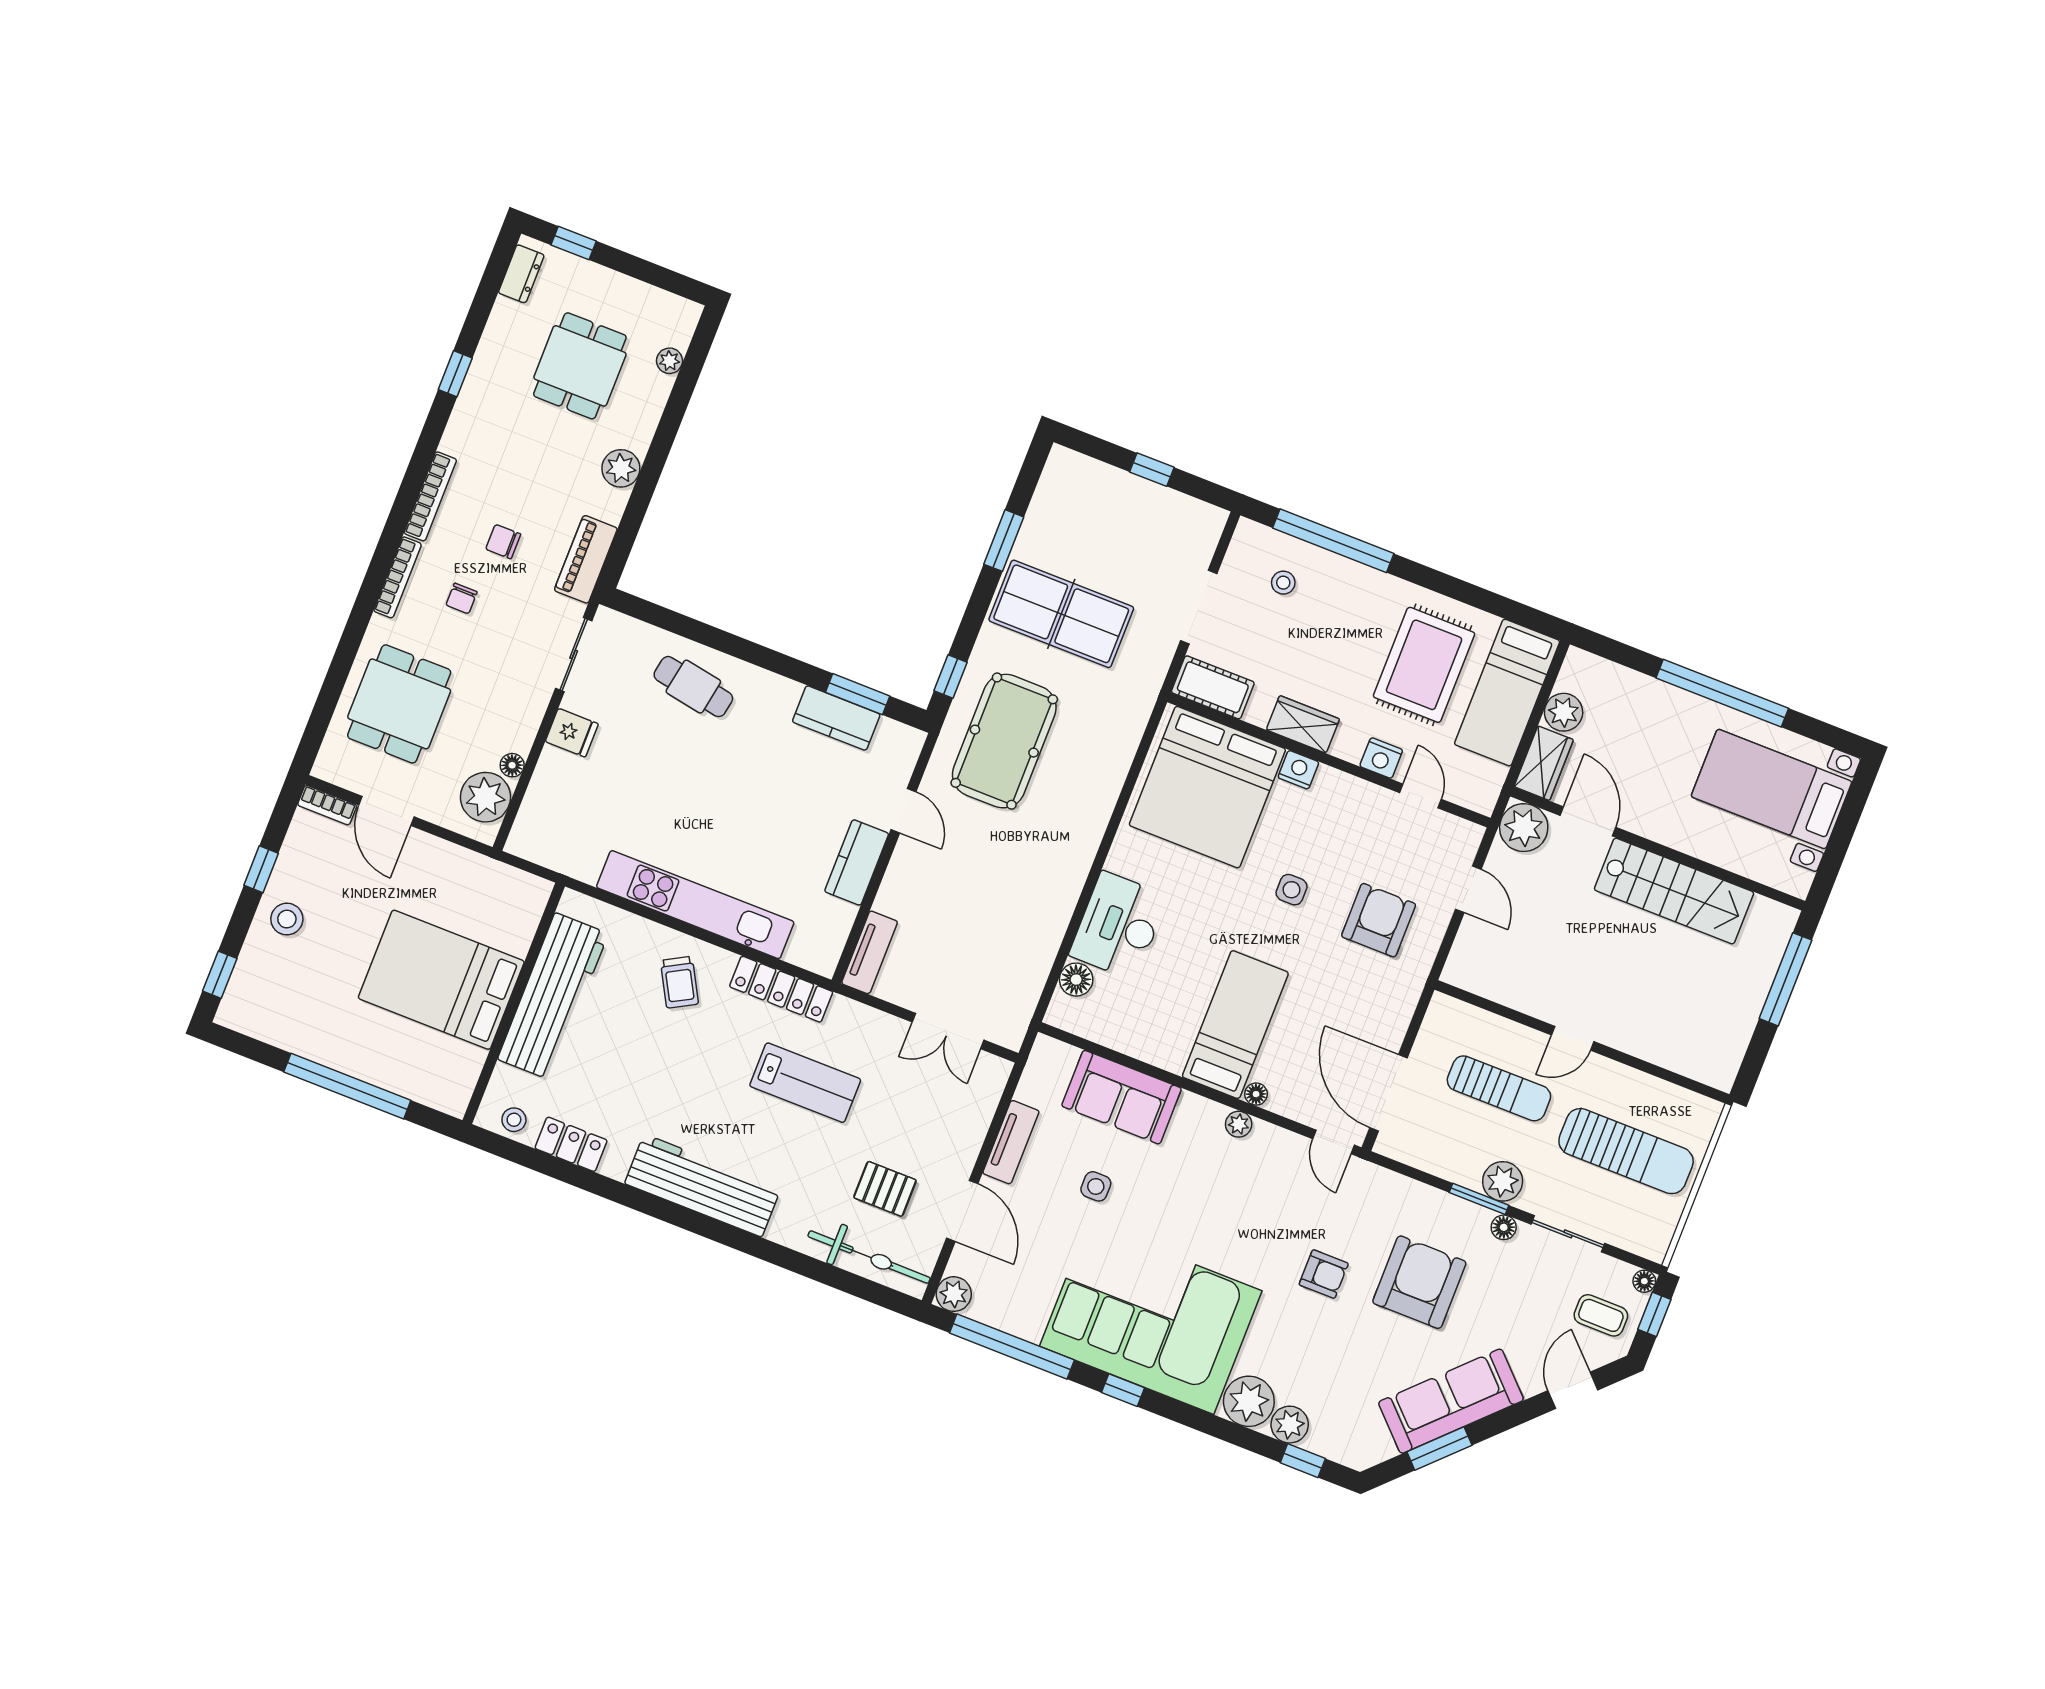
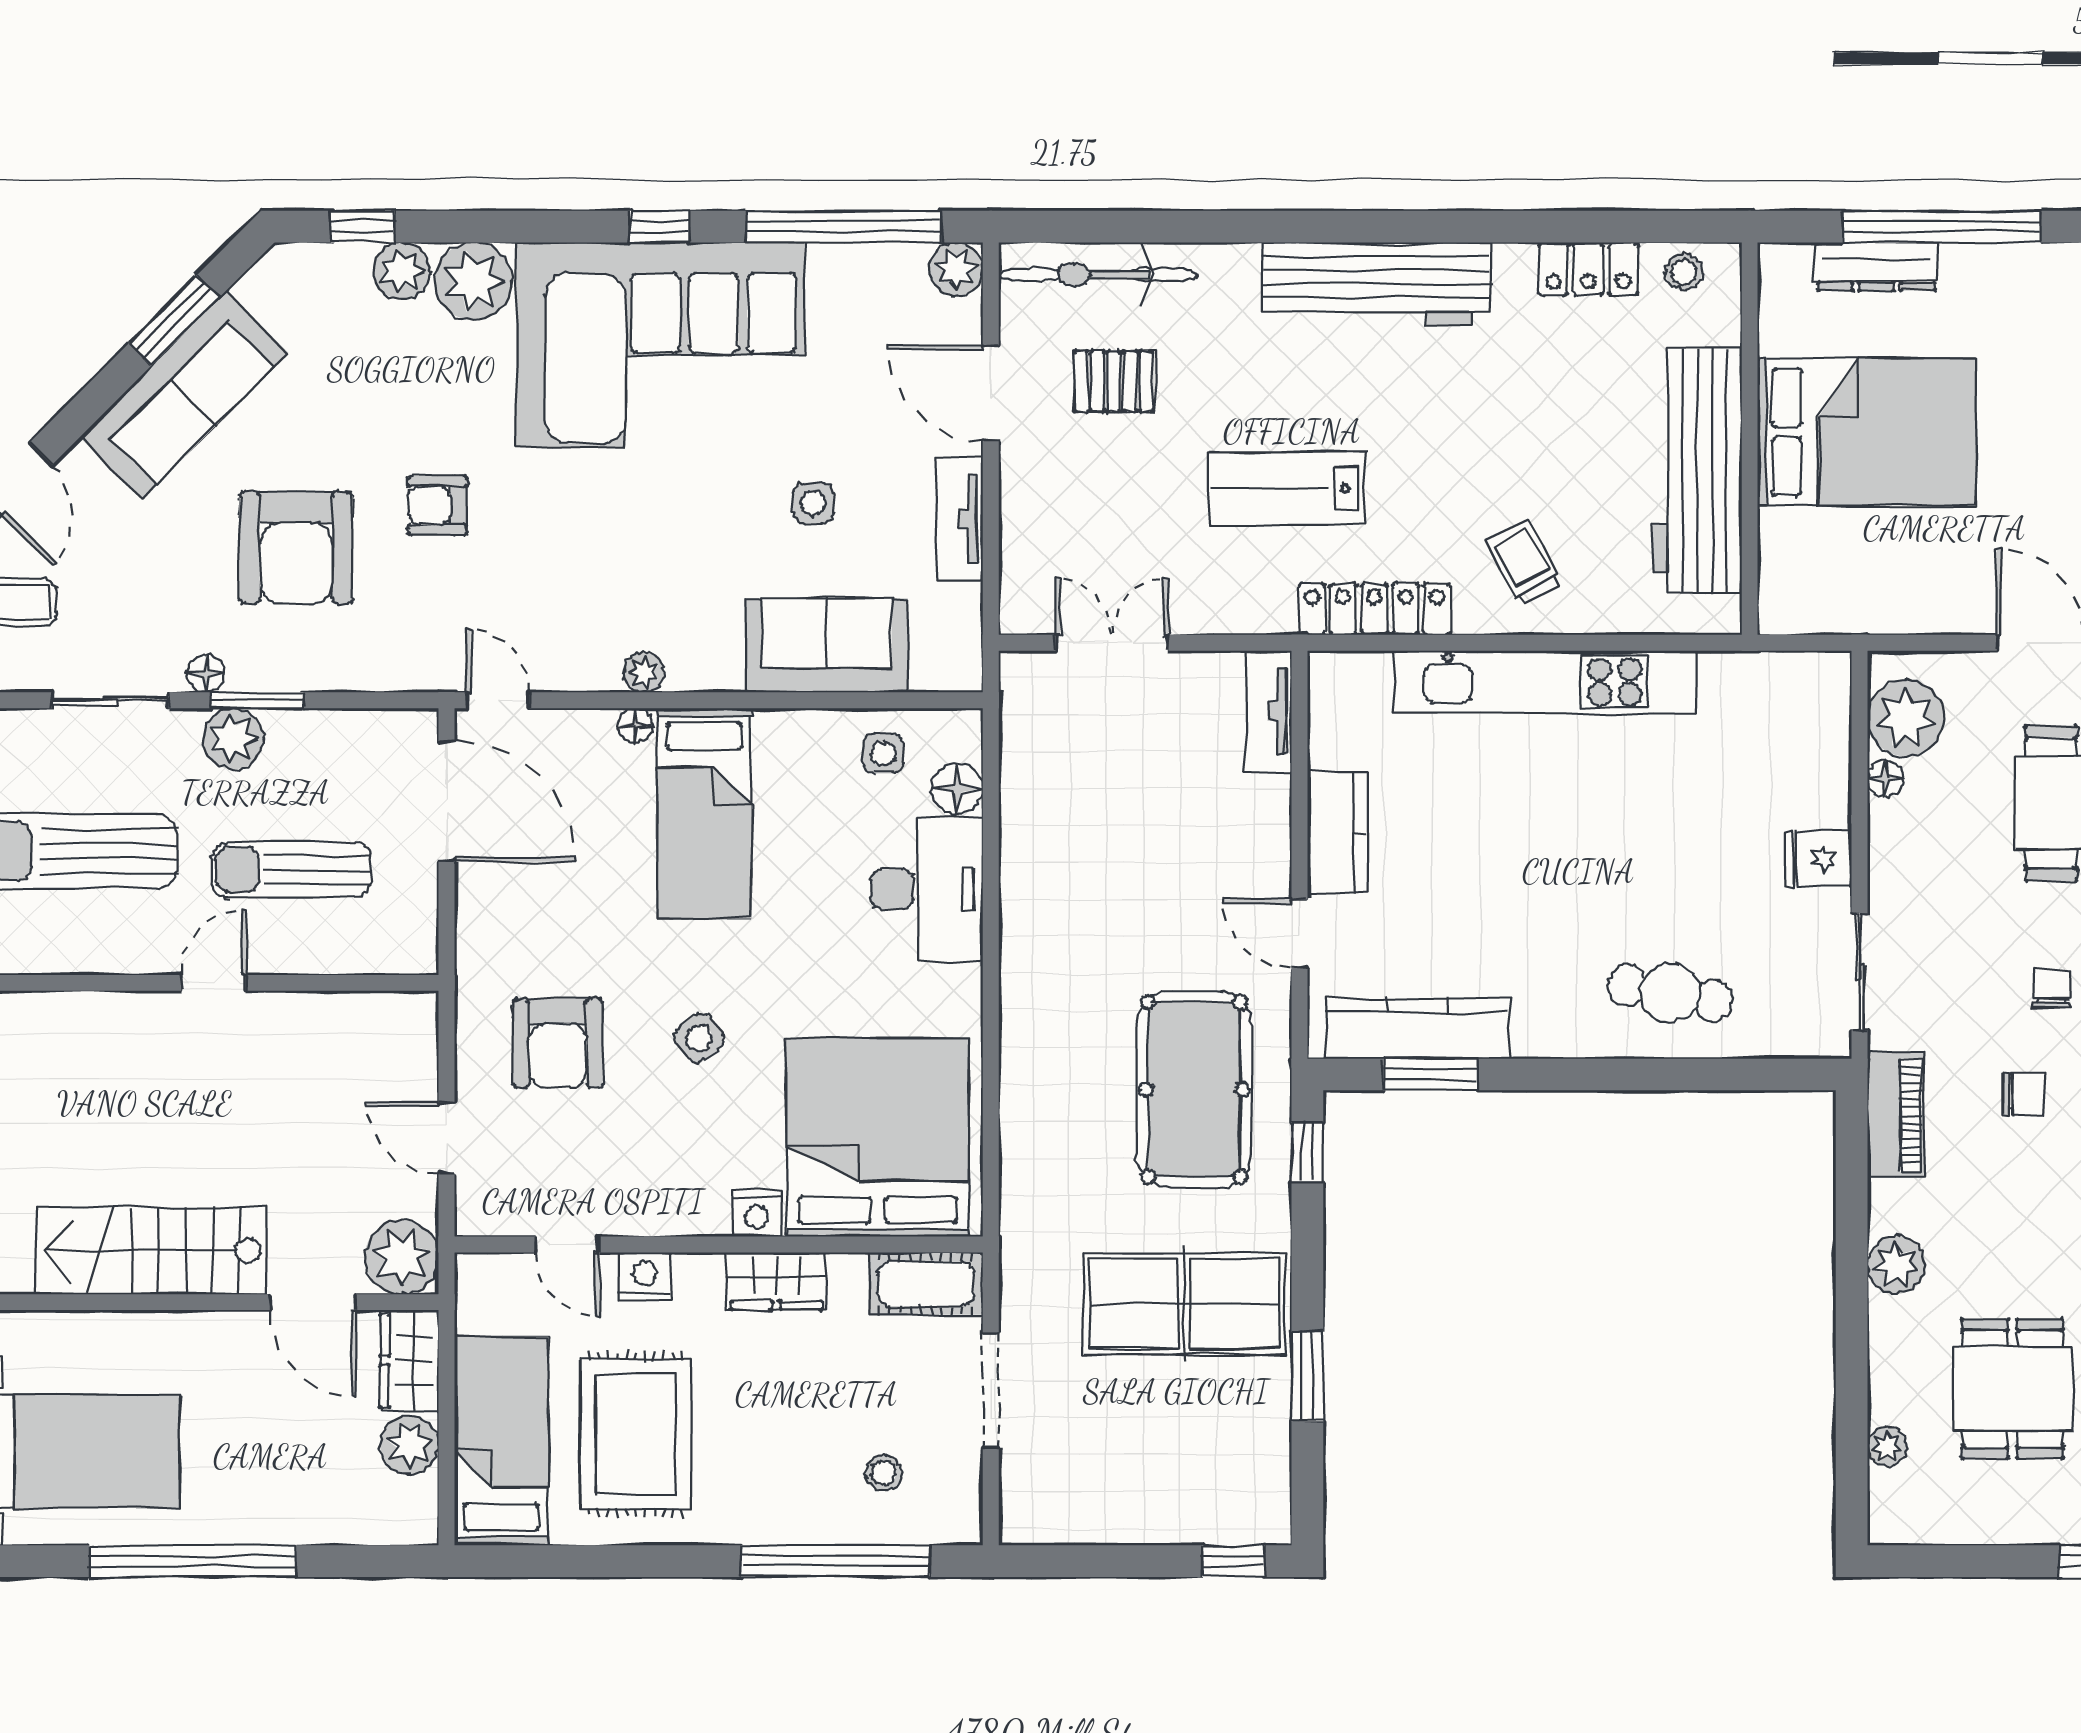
window: (1152, 470) -> (1233, 1561), moved
kitchen counter: (836, 718) -> (1417, 1028), width x1.50
side table: (1291, 890) -> (699, 1038), turned -36
side table: (1113, 1018) -> (883, 754), added
dresser: (396, 1077) -> (1876, 267), added

